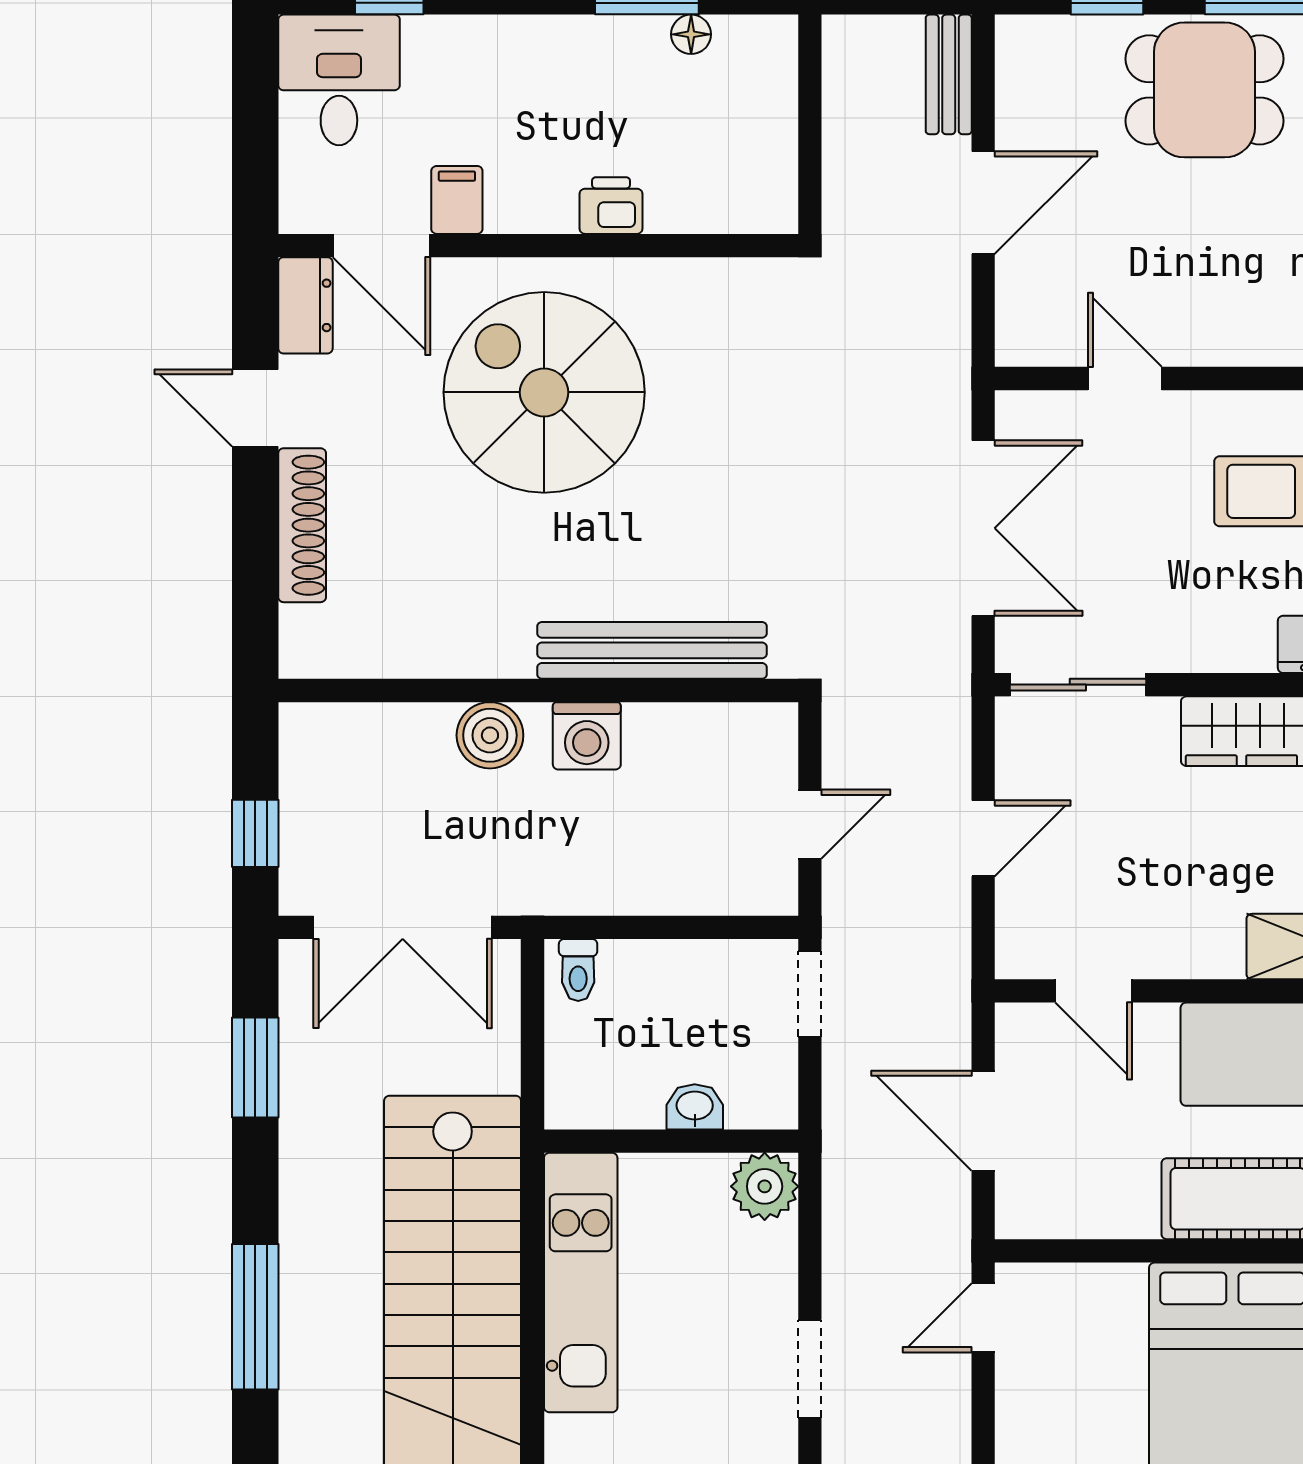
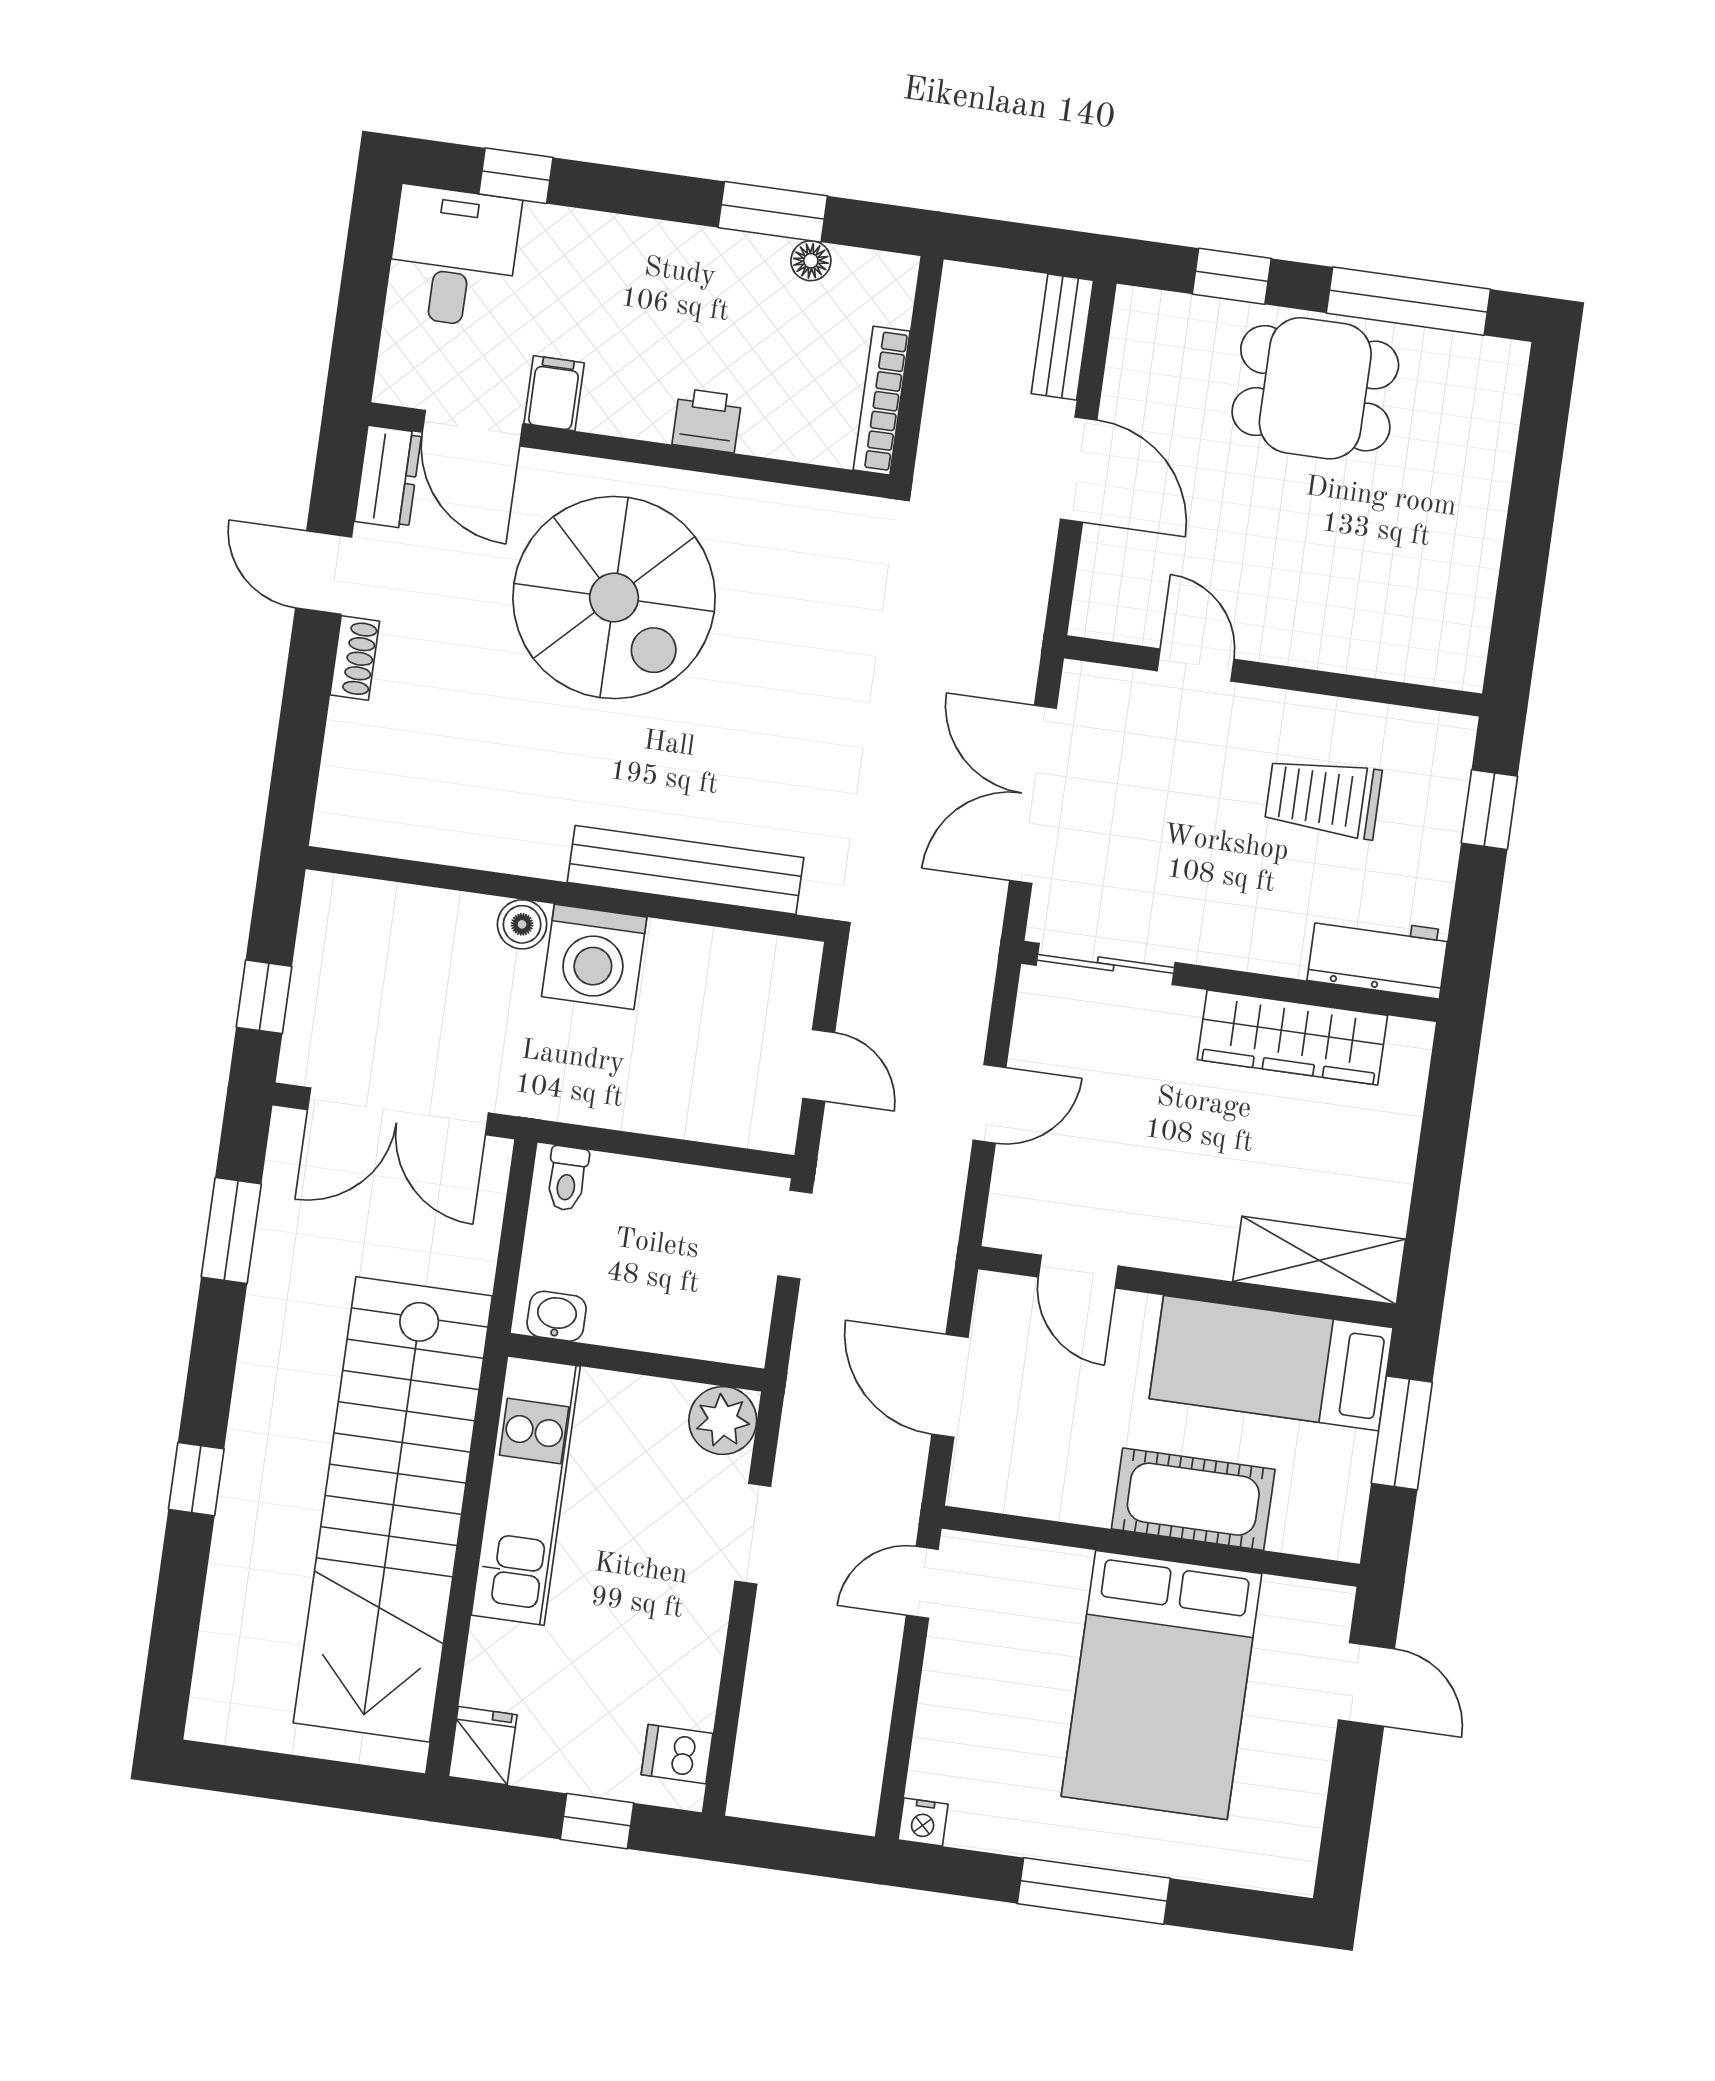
bookcase: (780, 162) -> (882, 401), added
door: (983, 203) -> (1079, 470), hinge flipped
spiral stairs: (544, 392) -> (614, 598), turned 180
shoe rack: (302, 525) -> (355, 658), width x0.51, depth x0.81
double door: (983, 528) -> (1033, 794), swing flipped
boiler: (490, 735) -> (522, 924), width x0.73, depth x0.73
washing machine: (587, 736) -> (594, 957), width x1.37, depth x1.37
door: (810, 824) -> (819, 1065), hinge flipped
washbasin: (695, 1107) -> (557, 1316), moved
window: (255, 1317) -> (196, 1479), width x0.46
doorway: (810, 1369) -> (753, 1534), moved

